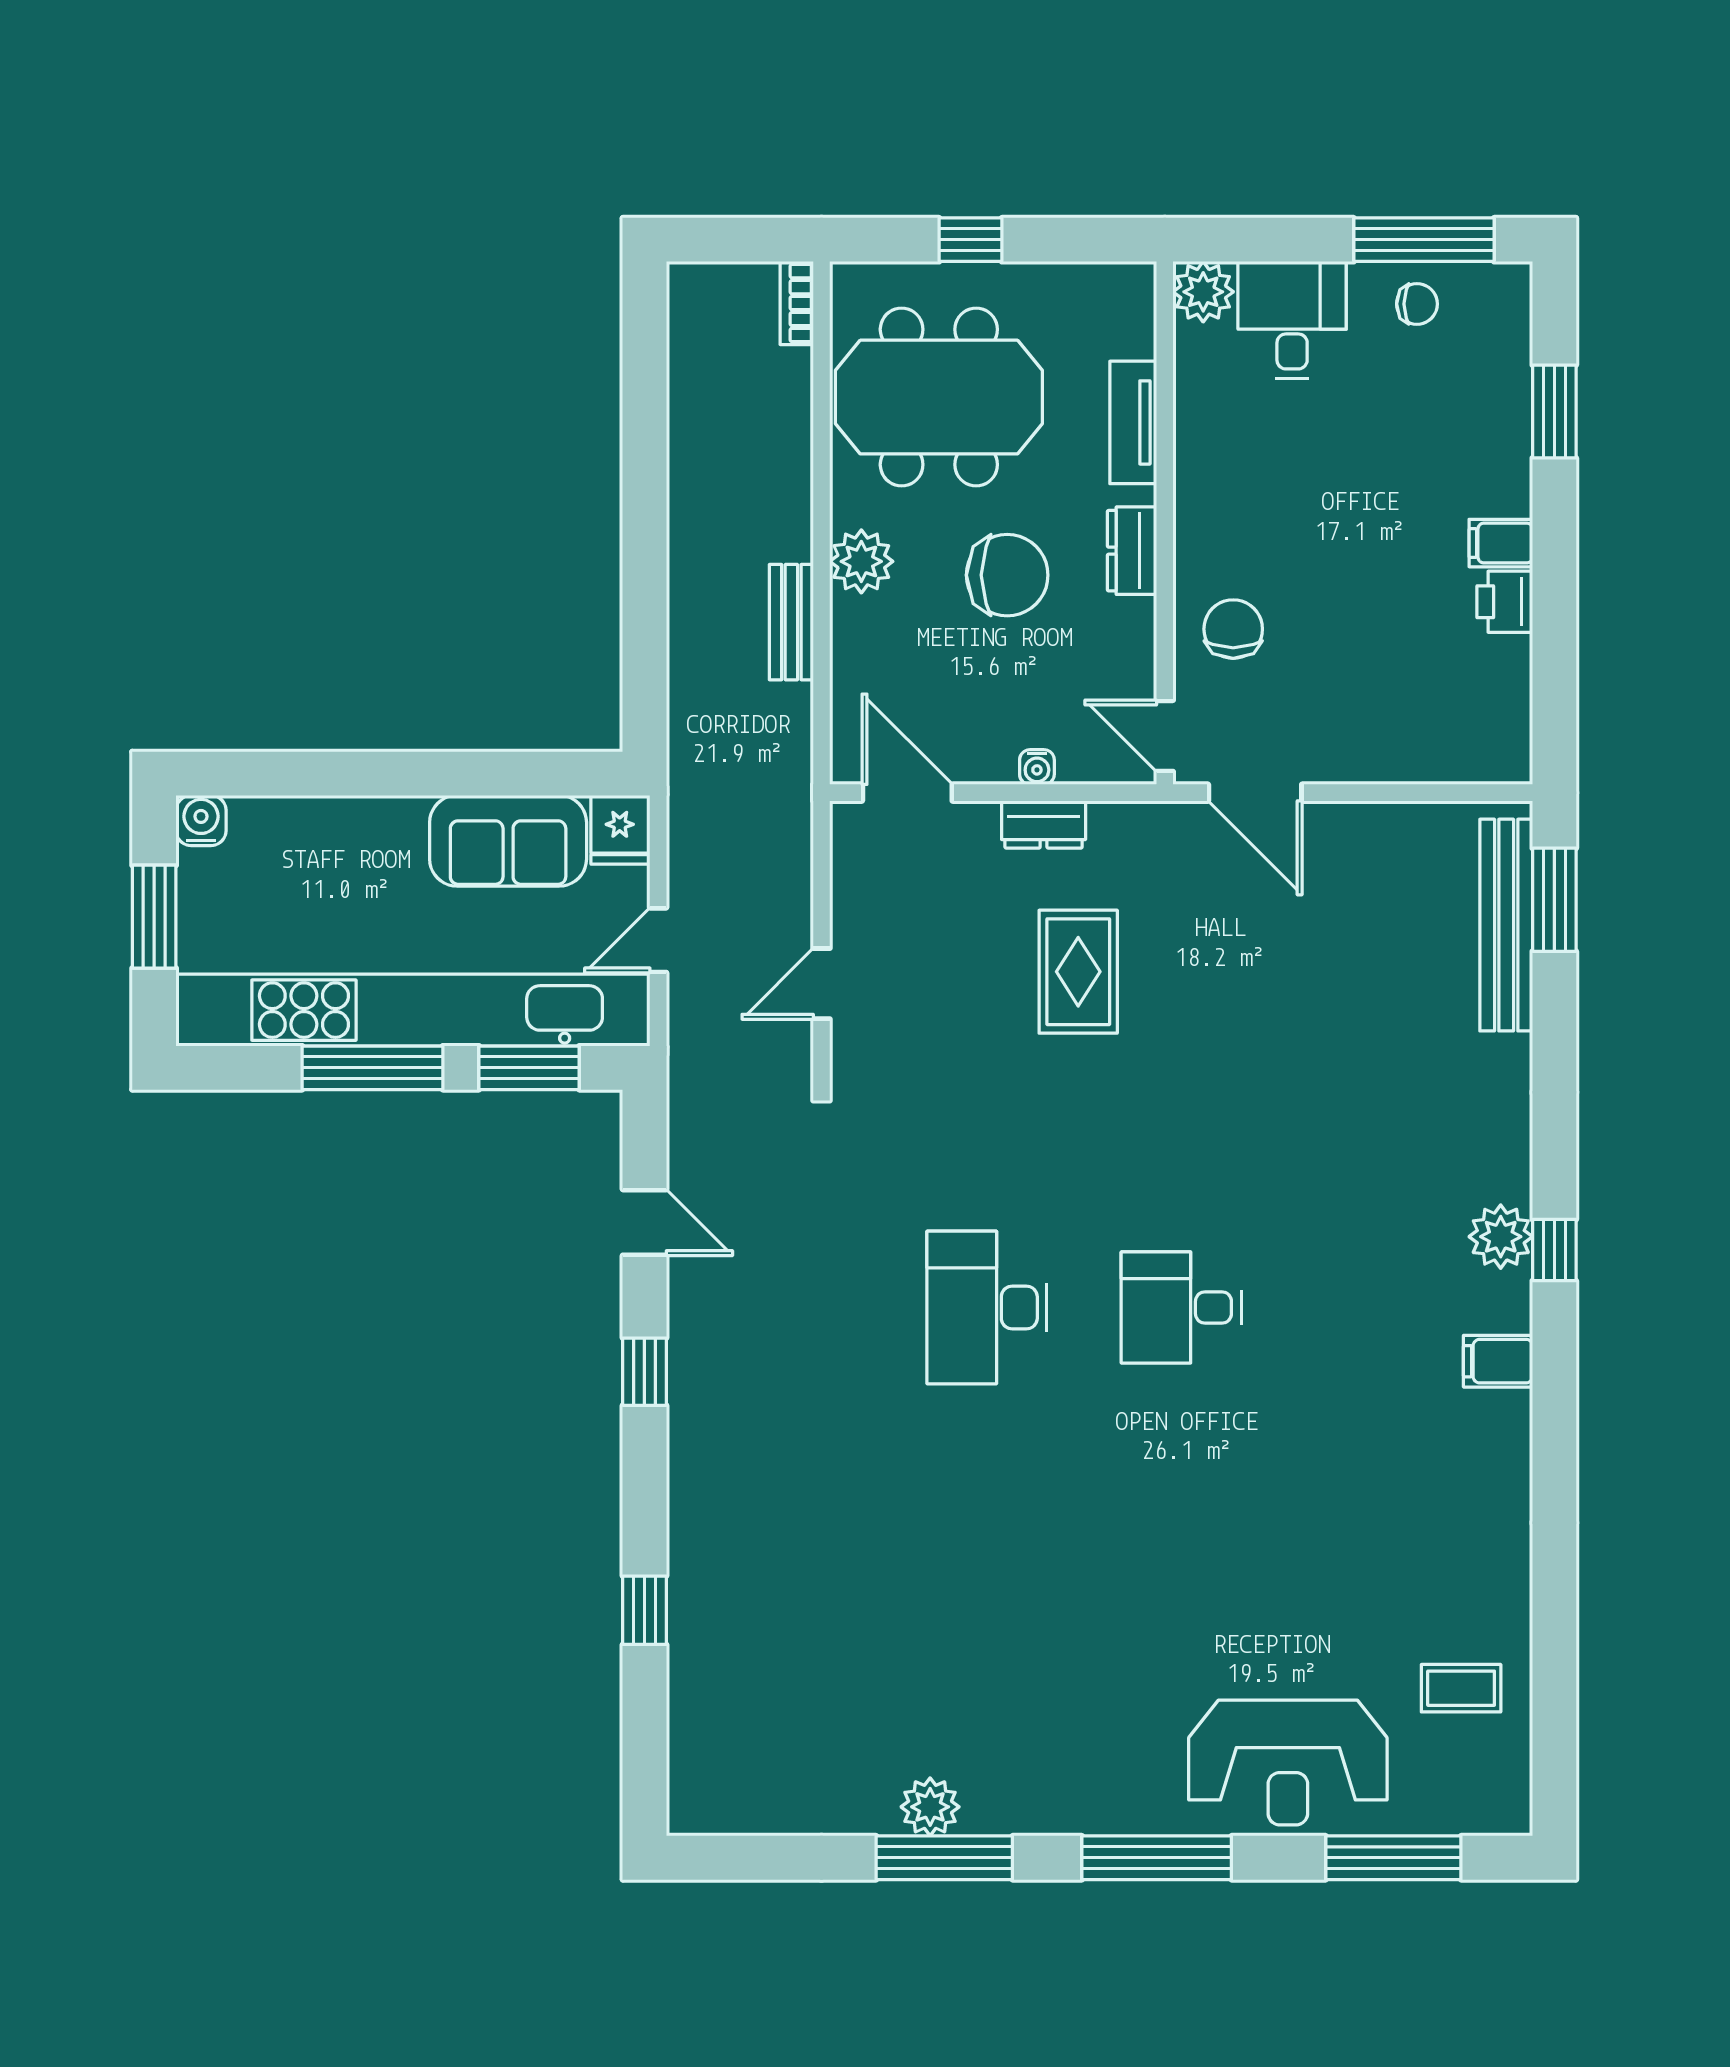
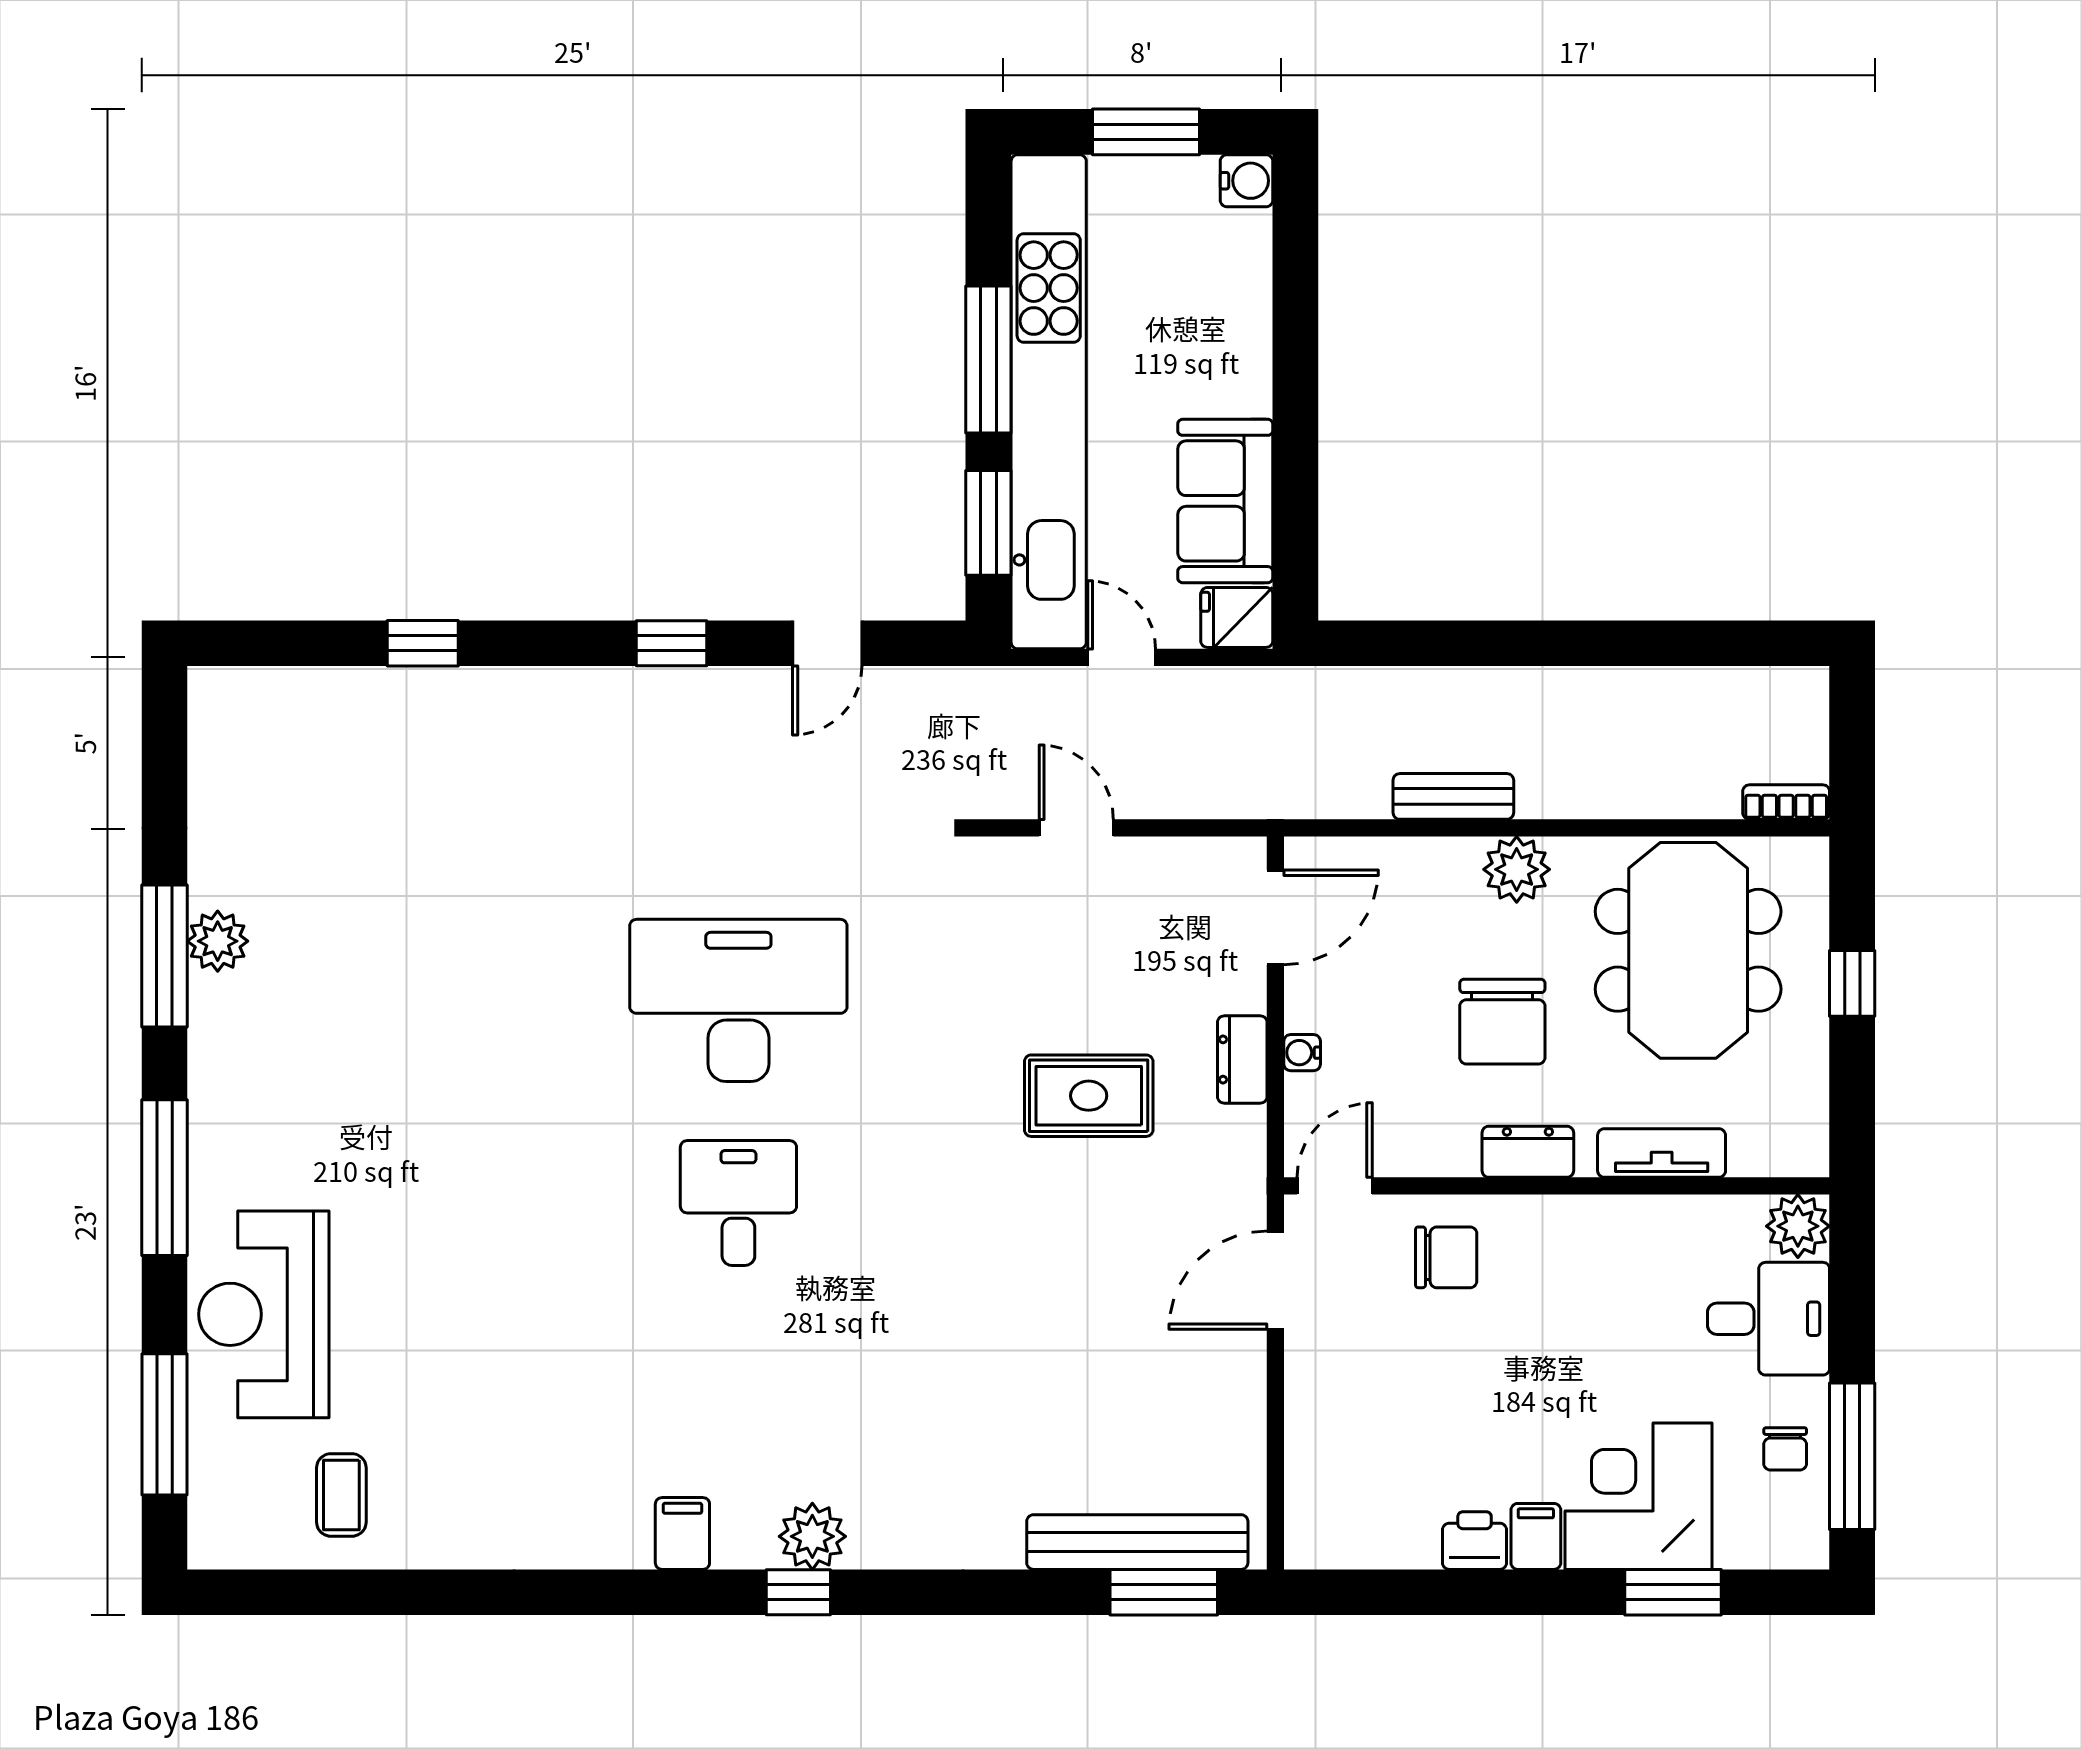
corner desk: (1462, 445) -> (1638, 1496), added
desk: (987, 1308) -> (738, 1000), width x1.36, depth x1.30

